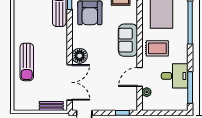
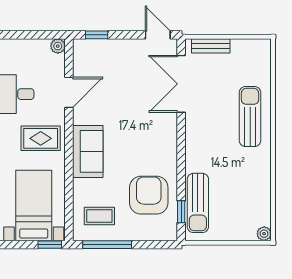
floor lamp: (80, 56) -> (165, 126), removed
plant: (147, 92) -> (58, 46), moved

